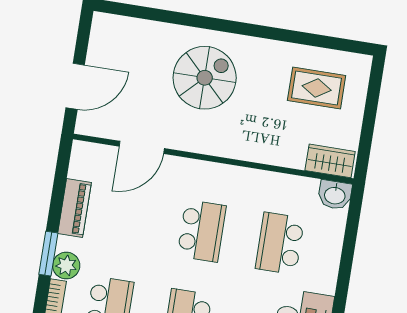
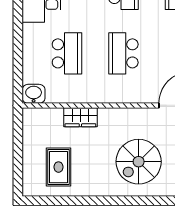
rug: (317, 88) -> (58, 167), turned 90
wardrobe: (330, 161) -> (80, 117), moved

